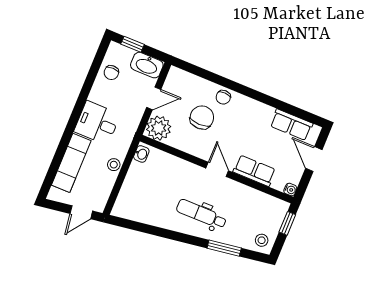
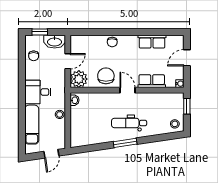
chair: (202, 117) -> (106, 76), moved
row of seats: (291, 125) -> (152, 42), moved
door: (314, 159) -> (187, 58), hinge flipped
window: (224, 248) -> (125, 143), moved

